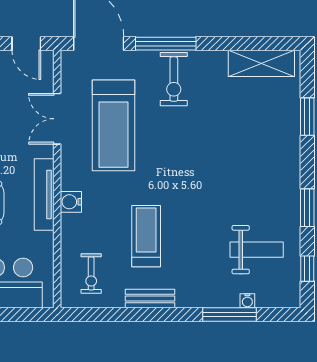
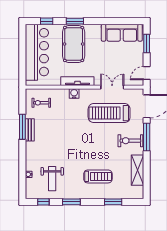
shelving: (261, 63) -> (138, 170), moved
treadmill: (146, 236) -> (98, 176), moved
window: (230, 315) -> (22, 127), moved

